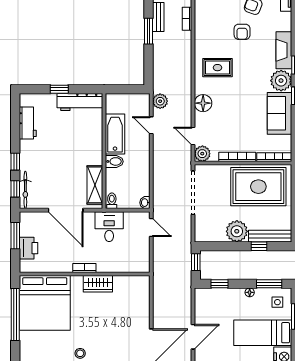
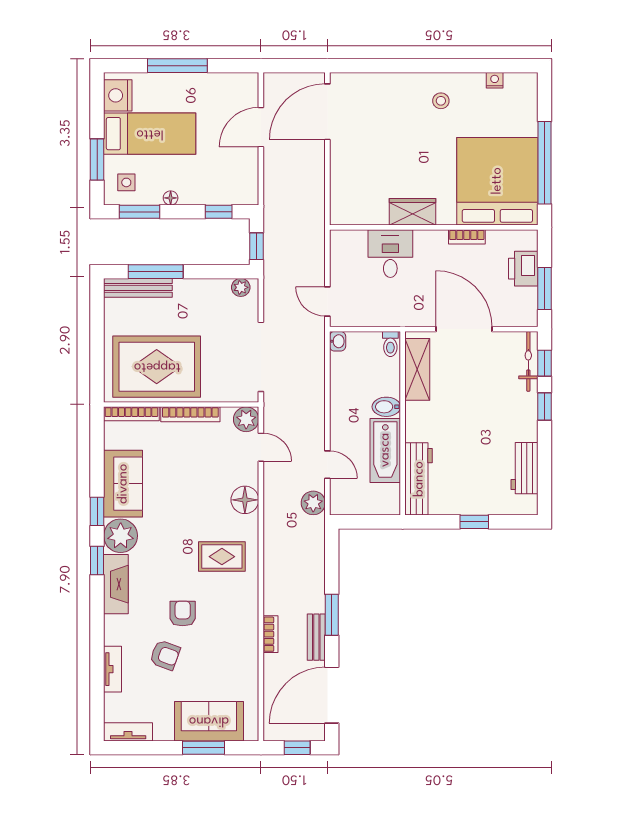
workbench: (80, 102) -> (419, 479), moved, turned 90
desk: (109, 227) -> (390, 254), moved, turned 180
plant: (237, 231) -> (241, 287), moved, width x0.53, depth x0.53
window: (259, 246) -> (156, 272), width x2.17
bookcase: (84, 268) -> (467, 237), moved

